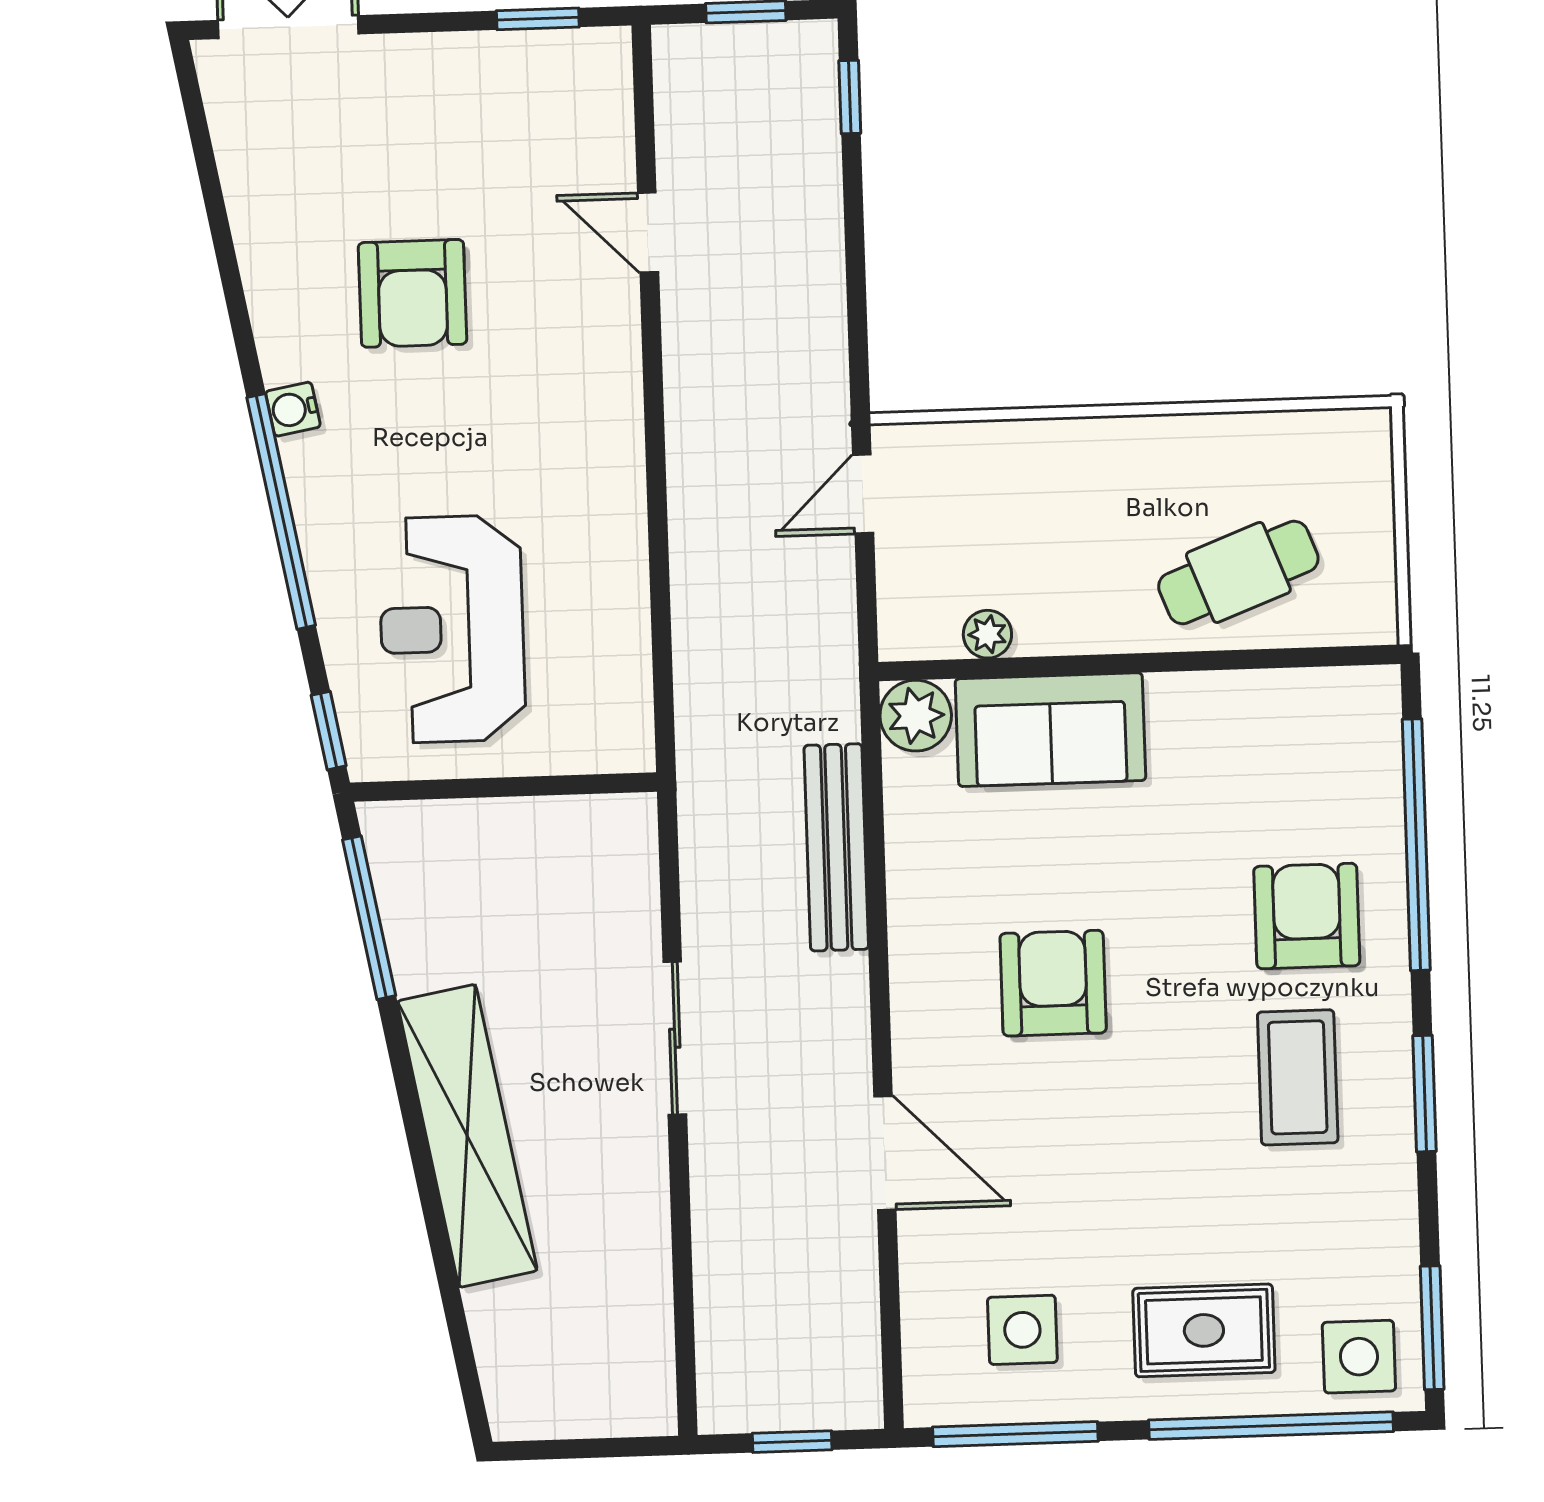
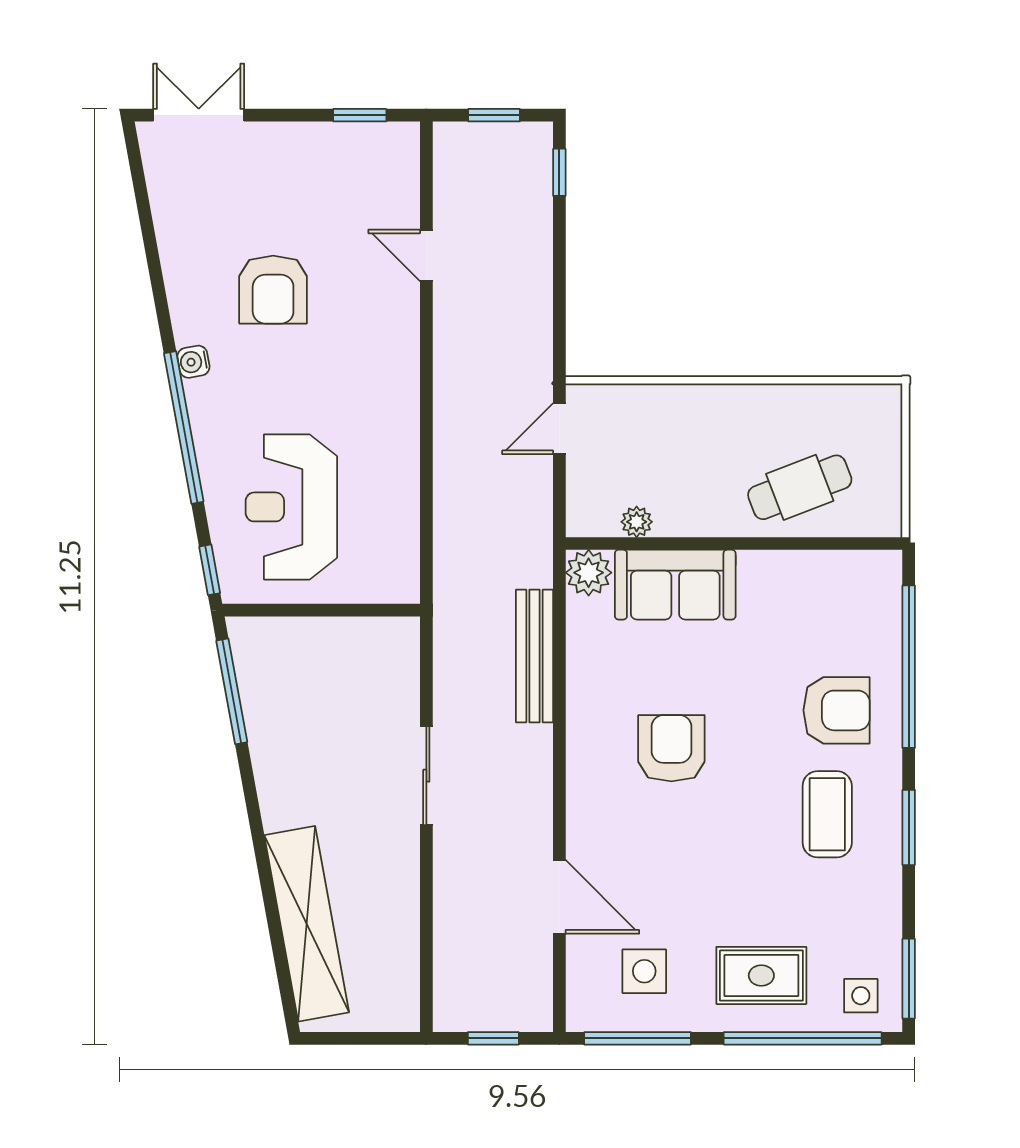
armchair: (1307, 916) -> (837, 710), turned 90
shelving: (467, 1136) -> (307, 924), moved
door: (885, 1153) -> (559, 897), moved
side table: (1359, 1357) -> (861, 996), width x0.73, depth x0.73

